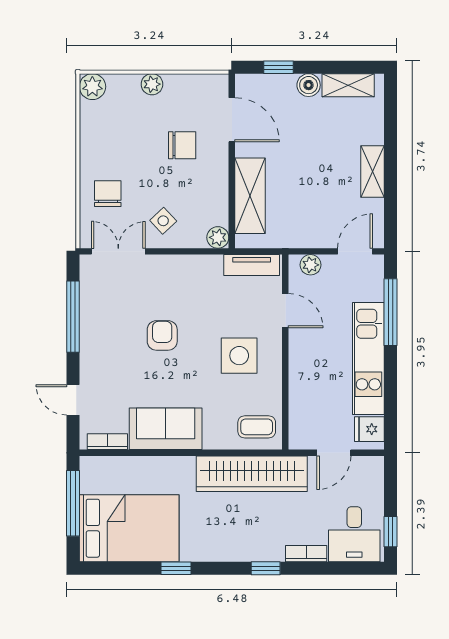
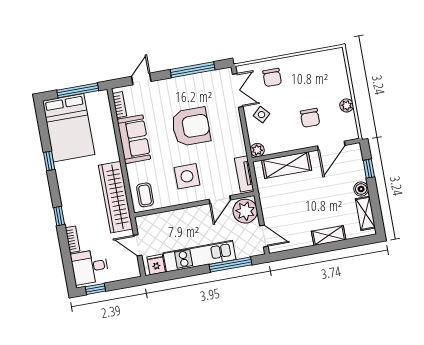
plant: (152, 84) -> (347, 105), moved
plant: (92, 87) -> (336, 56), removed
shelving: (373, 172) -> (329, 235), moved
chair: (108, 194) -> (272, 77), turned 90
plant: (311, 265) -> (245, 211), width x1.87, depth x1.87
armchair: (162, 335) -> (191, 127), width x1.88, depth x1.88

